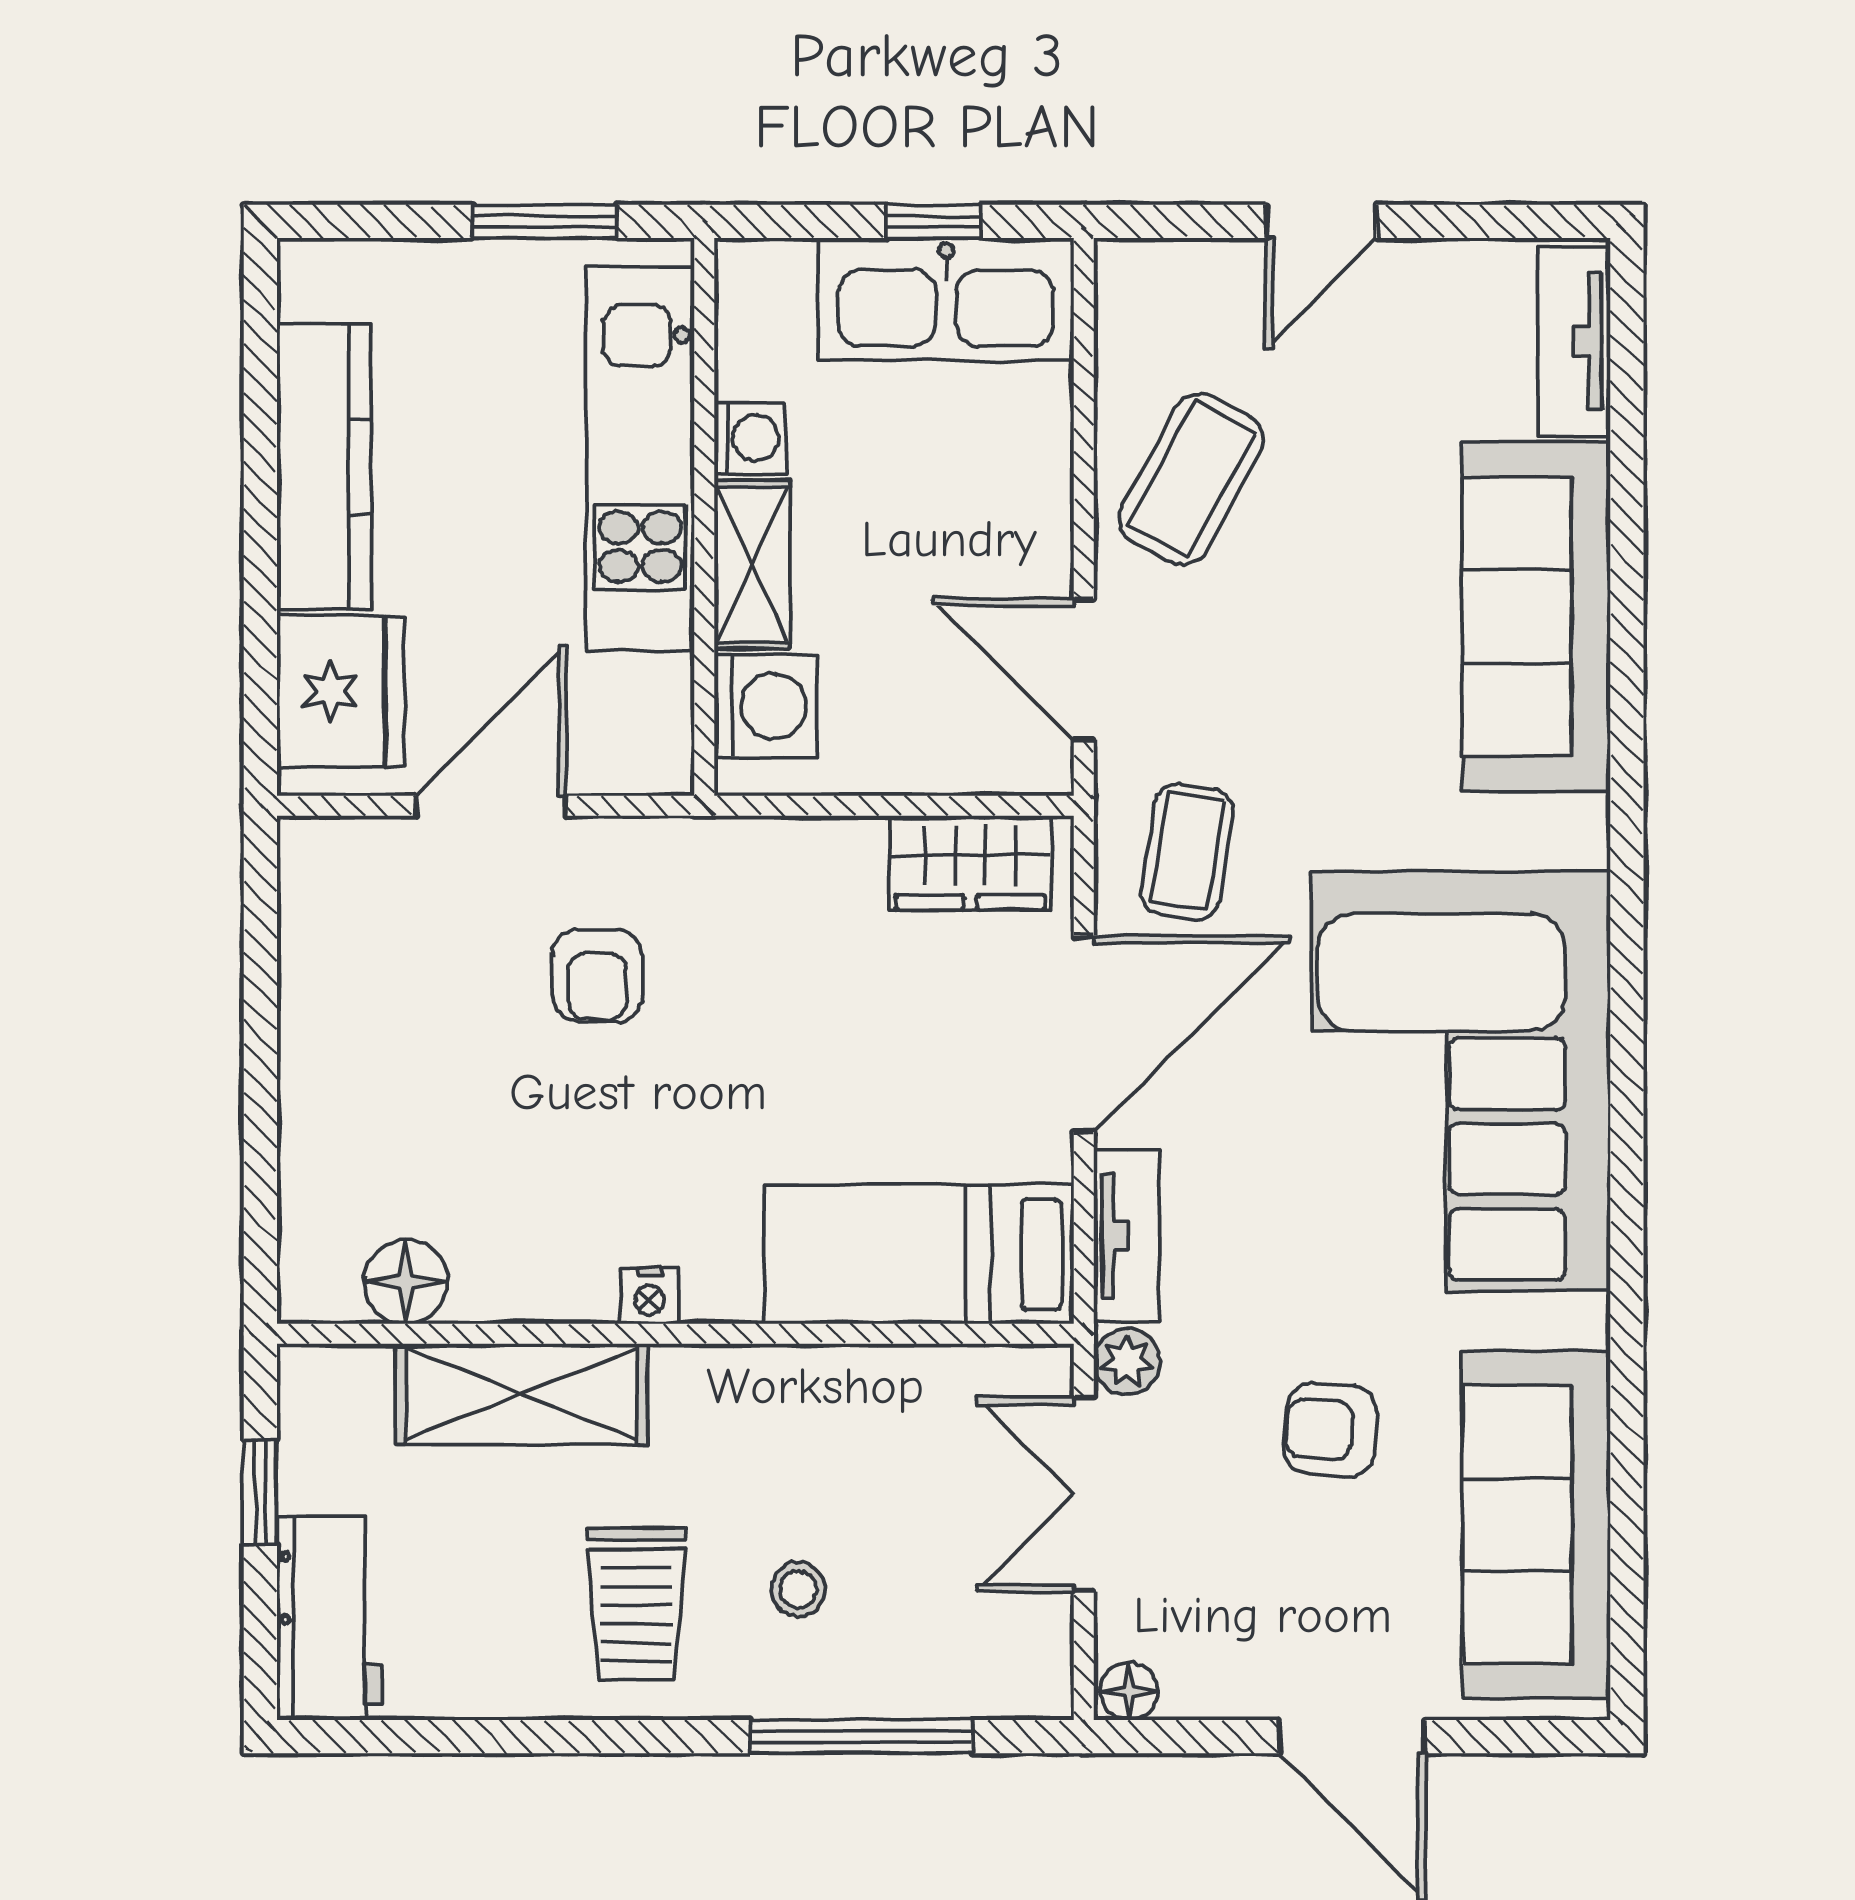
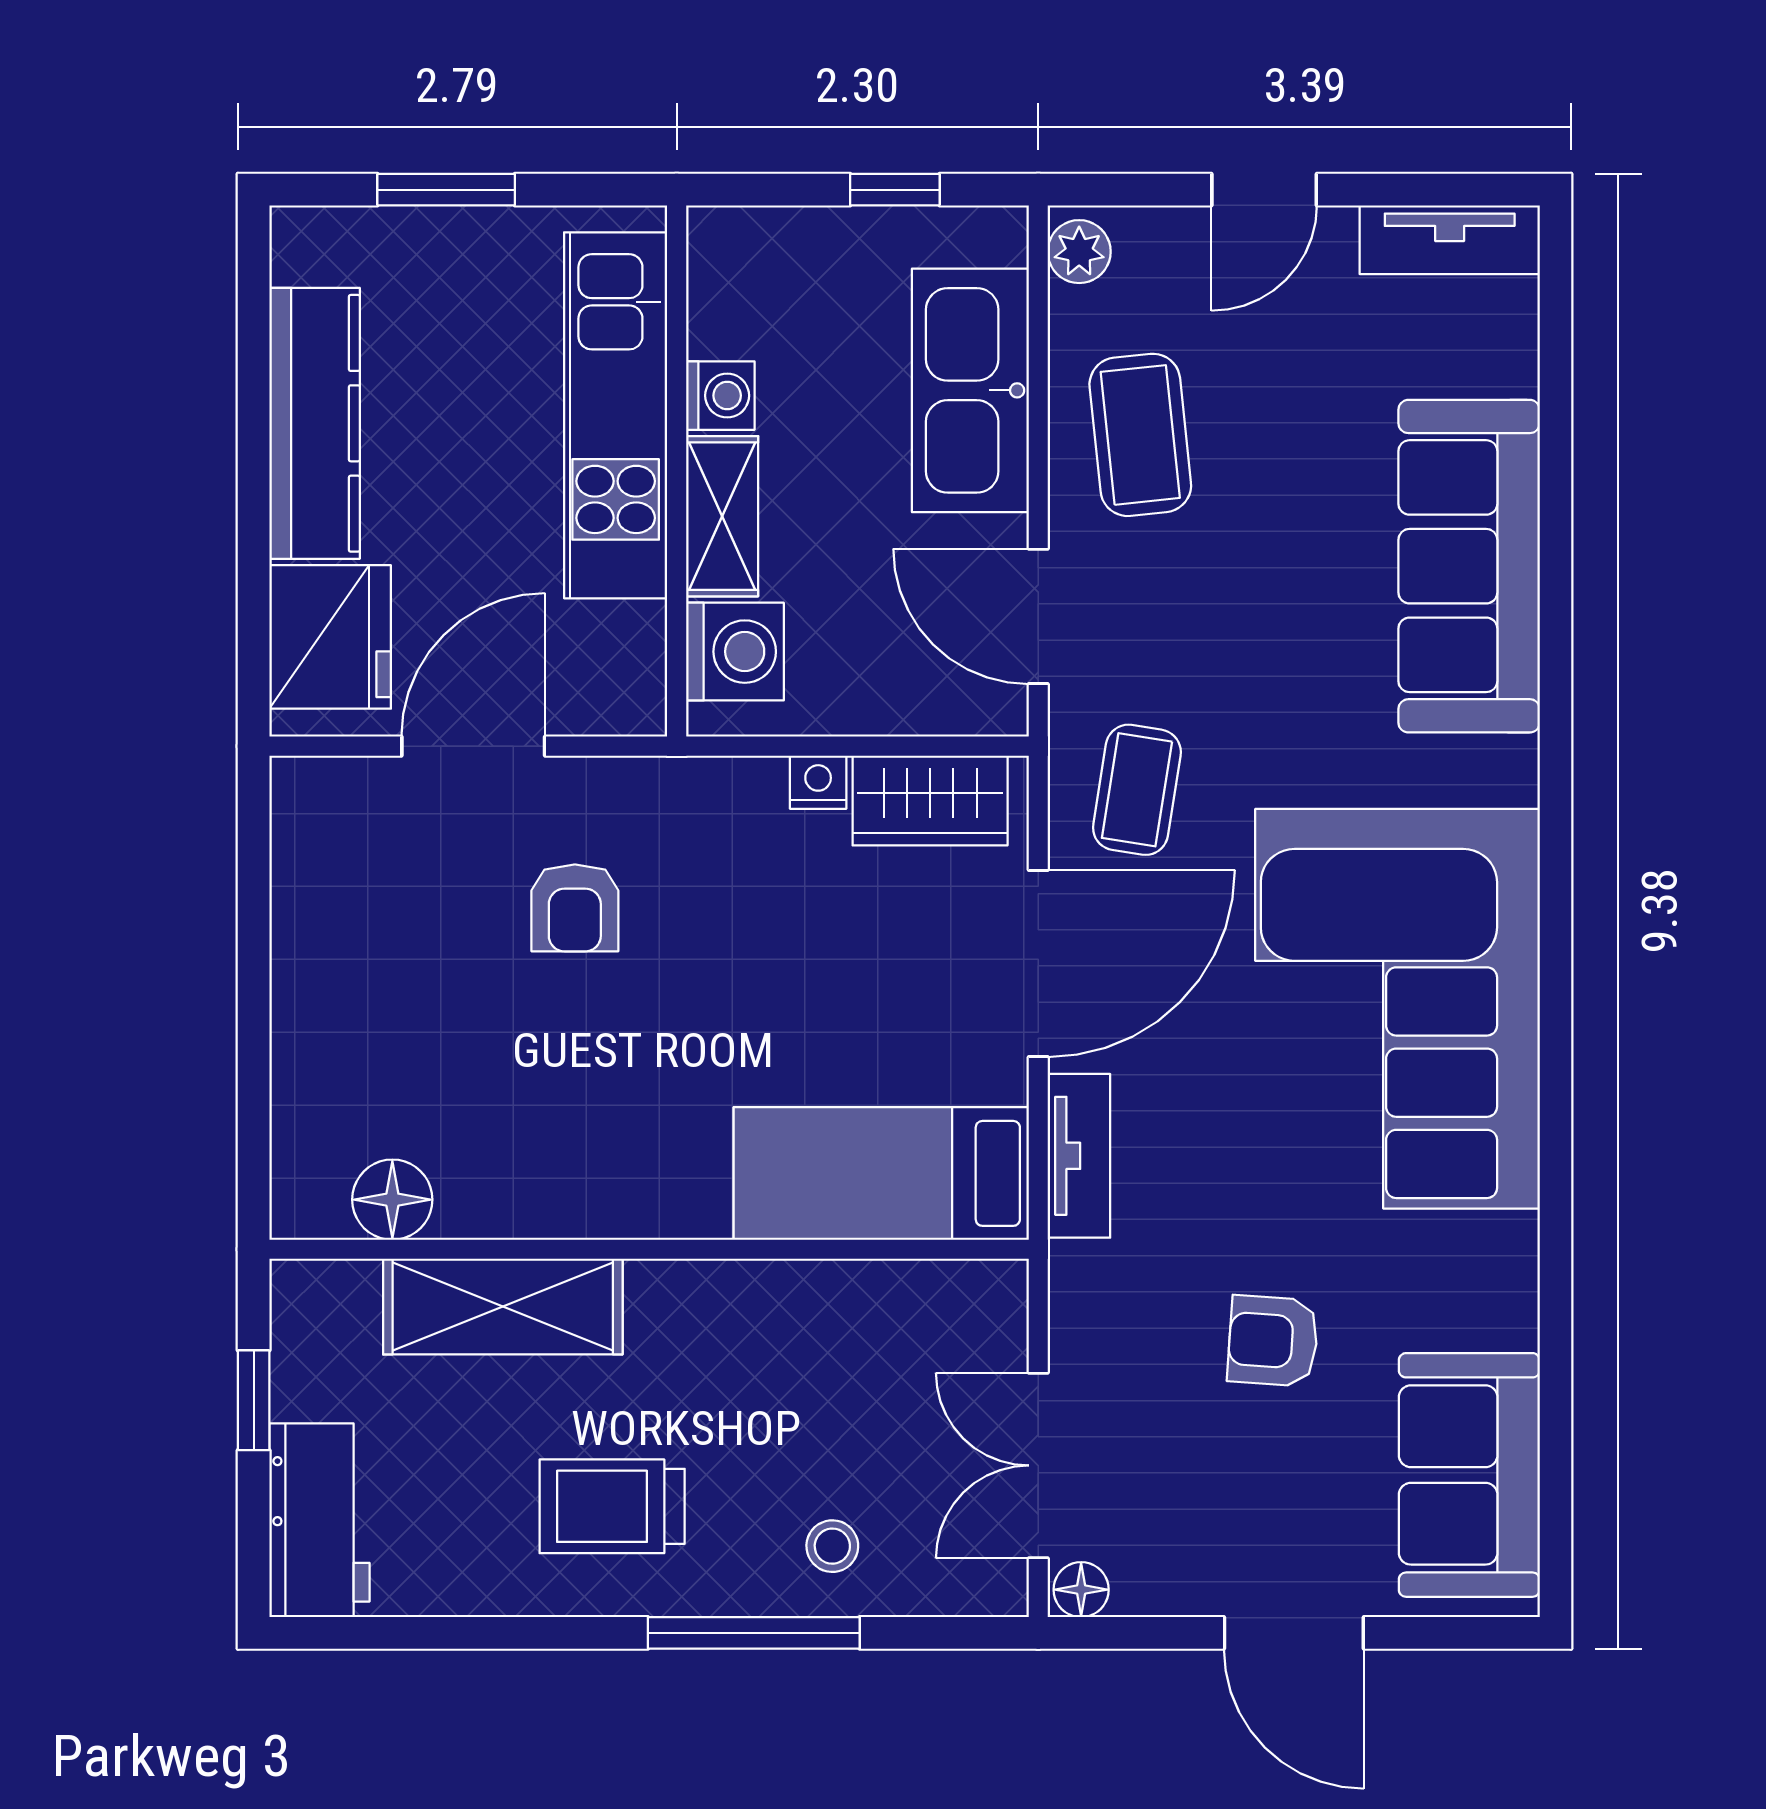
window: (545, 221) -> (446, 190), moved
kitchen sink: (946, 299) -> (970, 390), moved, turned 90
tv unit: (1574, 341) -> (1450, 240), moved, turned -90
coffee table: (1191, 479) -> (1140, 435), turned -35
nightstand: (649, 1296) -> (818, 782), moved, turned 180
plant: (1127, 1361) -> (1079, 252), moved
double door: (1084, 1494) -> (1038, 1465), moved
sofa: (1536, 1525) -> (1469, 1475), width x0.73
stool: (798, 1589) -> (832, 1546), moved
trolley: (637, 1604) -> (612, 1506), turned 90
window: (861, 1737) -> (754, 1633), moved

